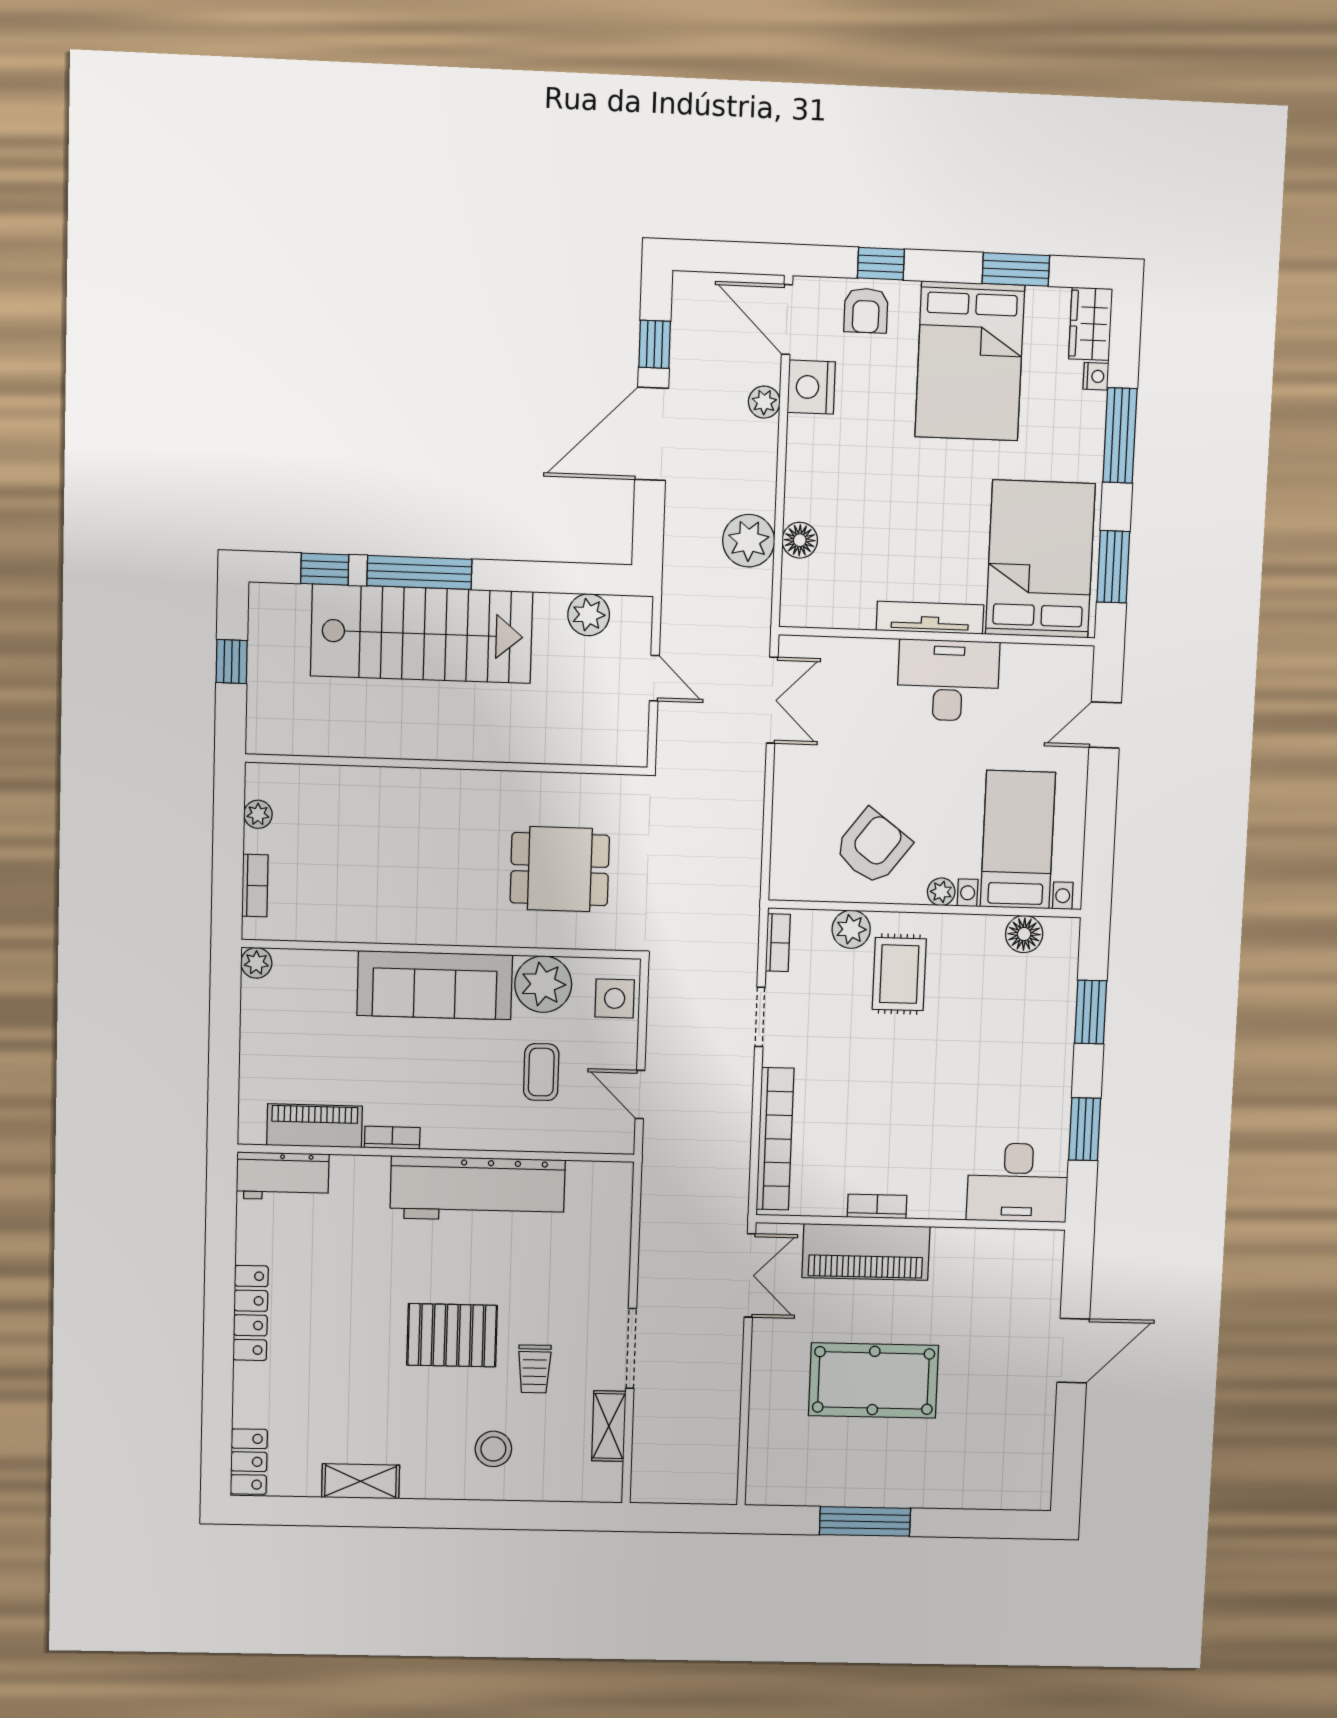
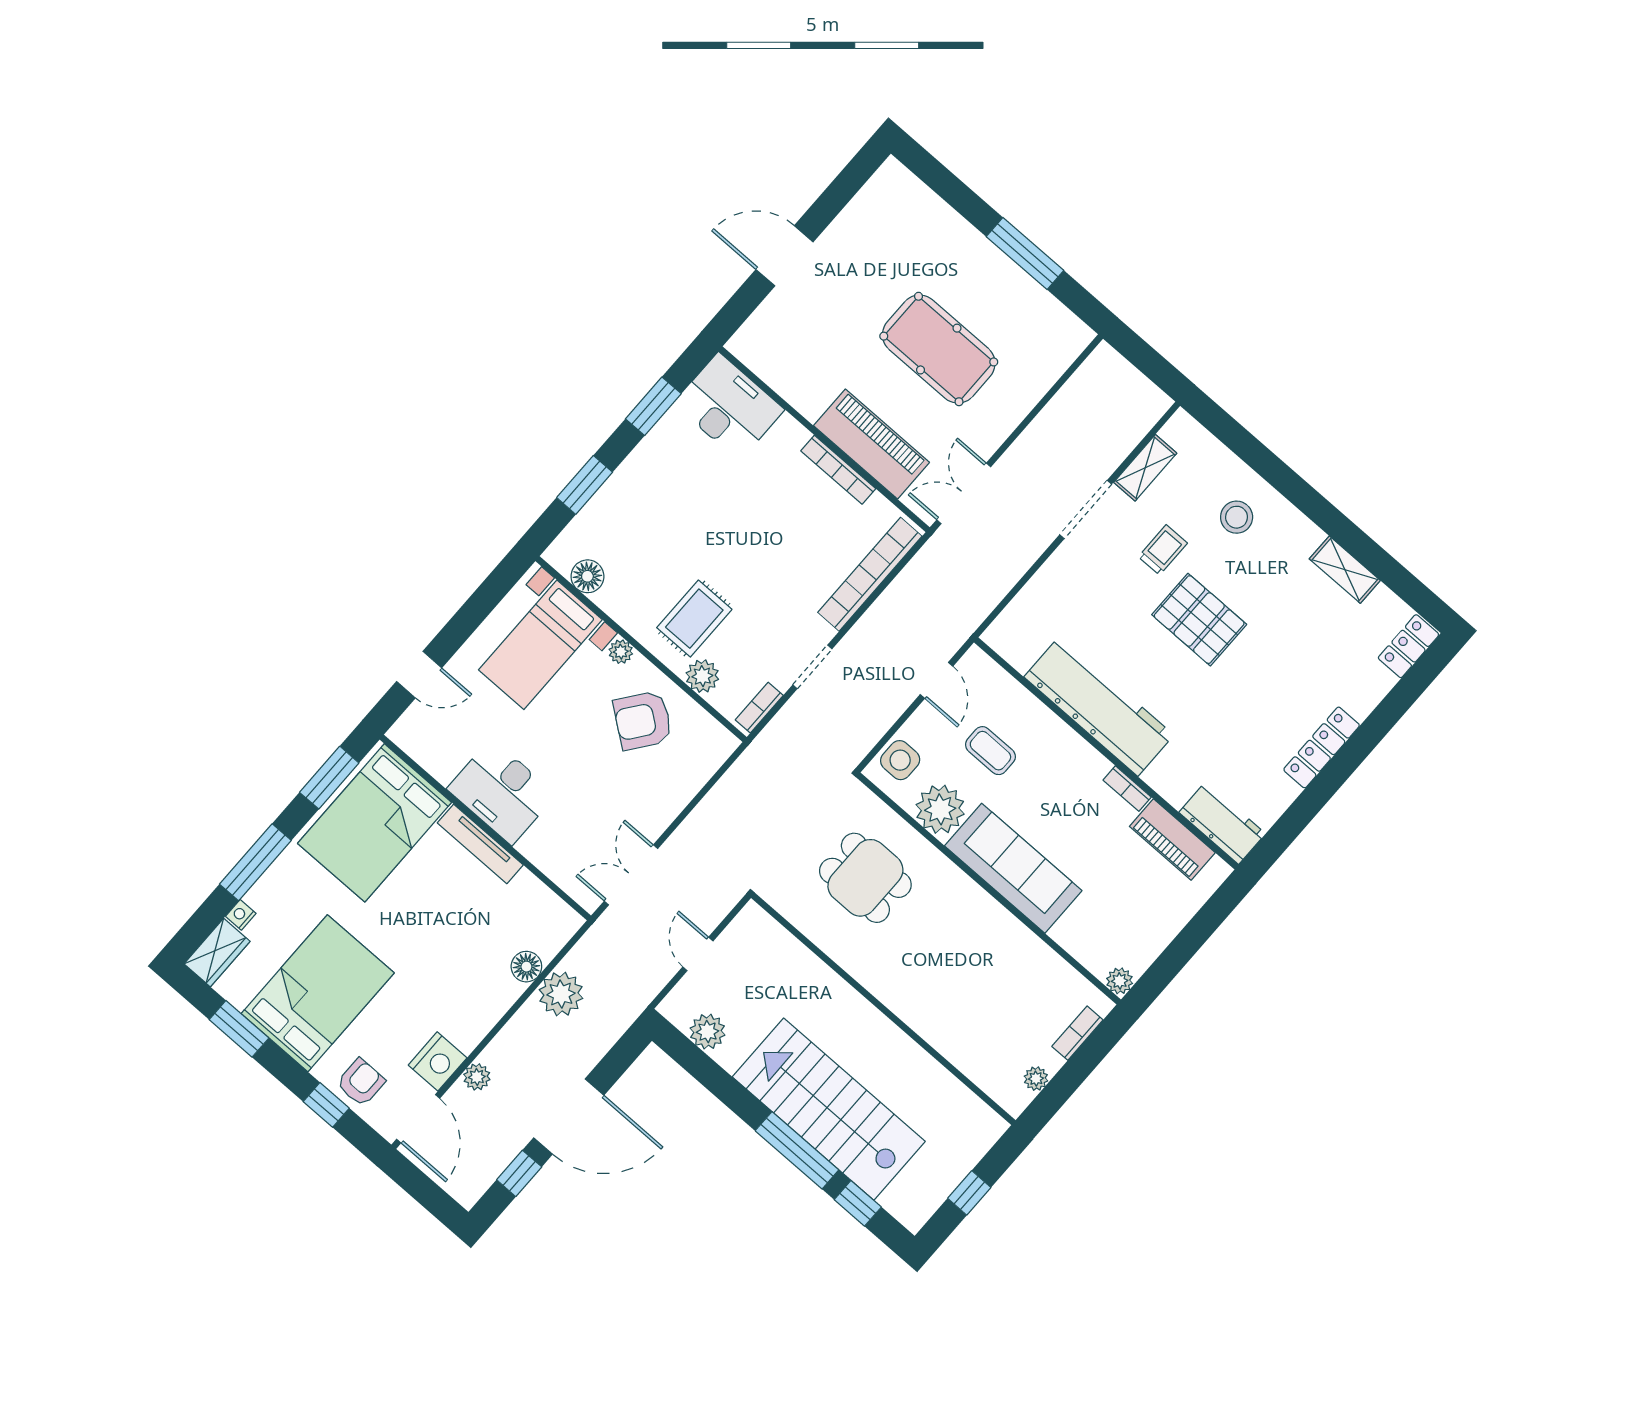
coffee table: (541, 1072) -> (990, 751), turned 90
bookcase: (877, 1206) -> (838, 470), width x1.56

